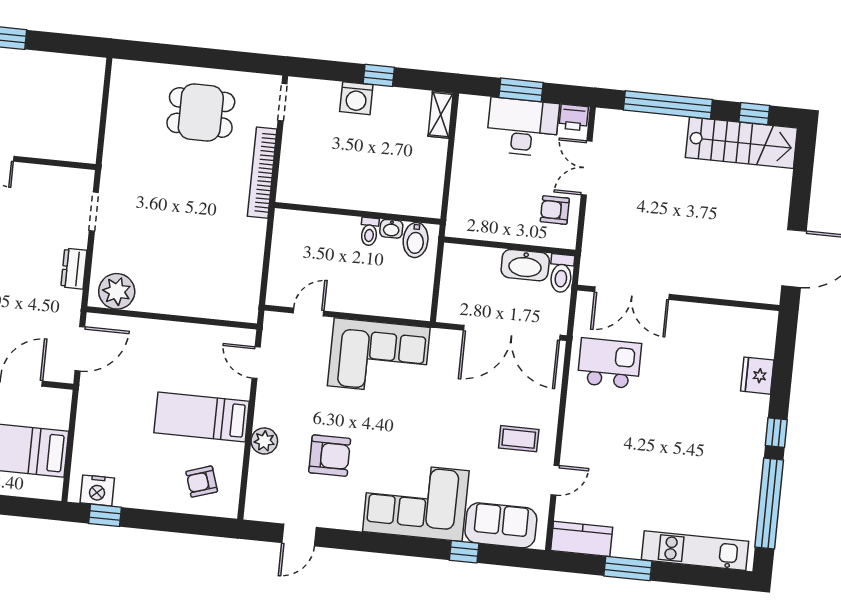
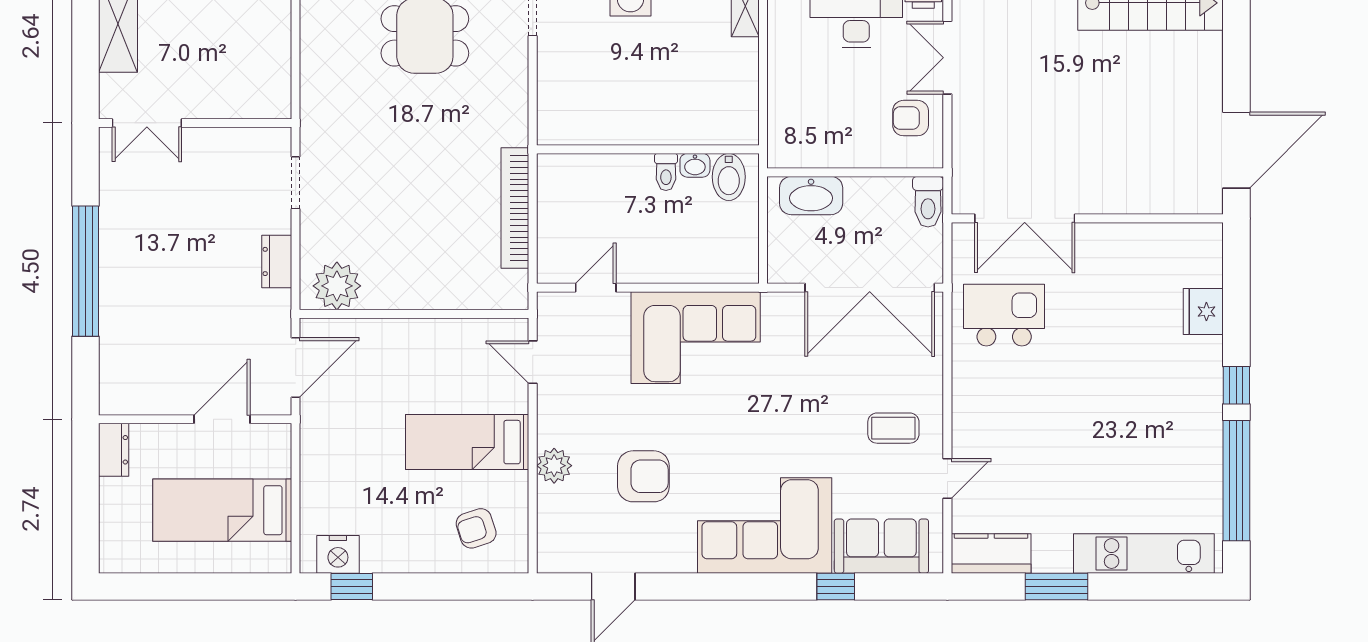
bookcase: (262, 173) -> (515, 208), moved
washbasin: (525, 265) -> (811, 196), moved

